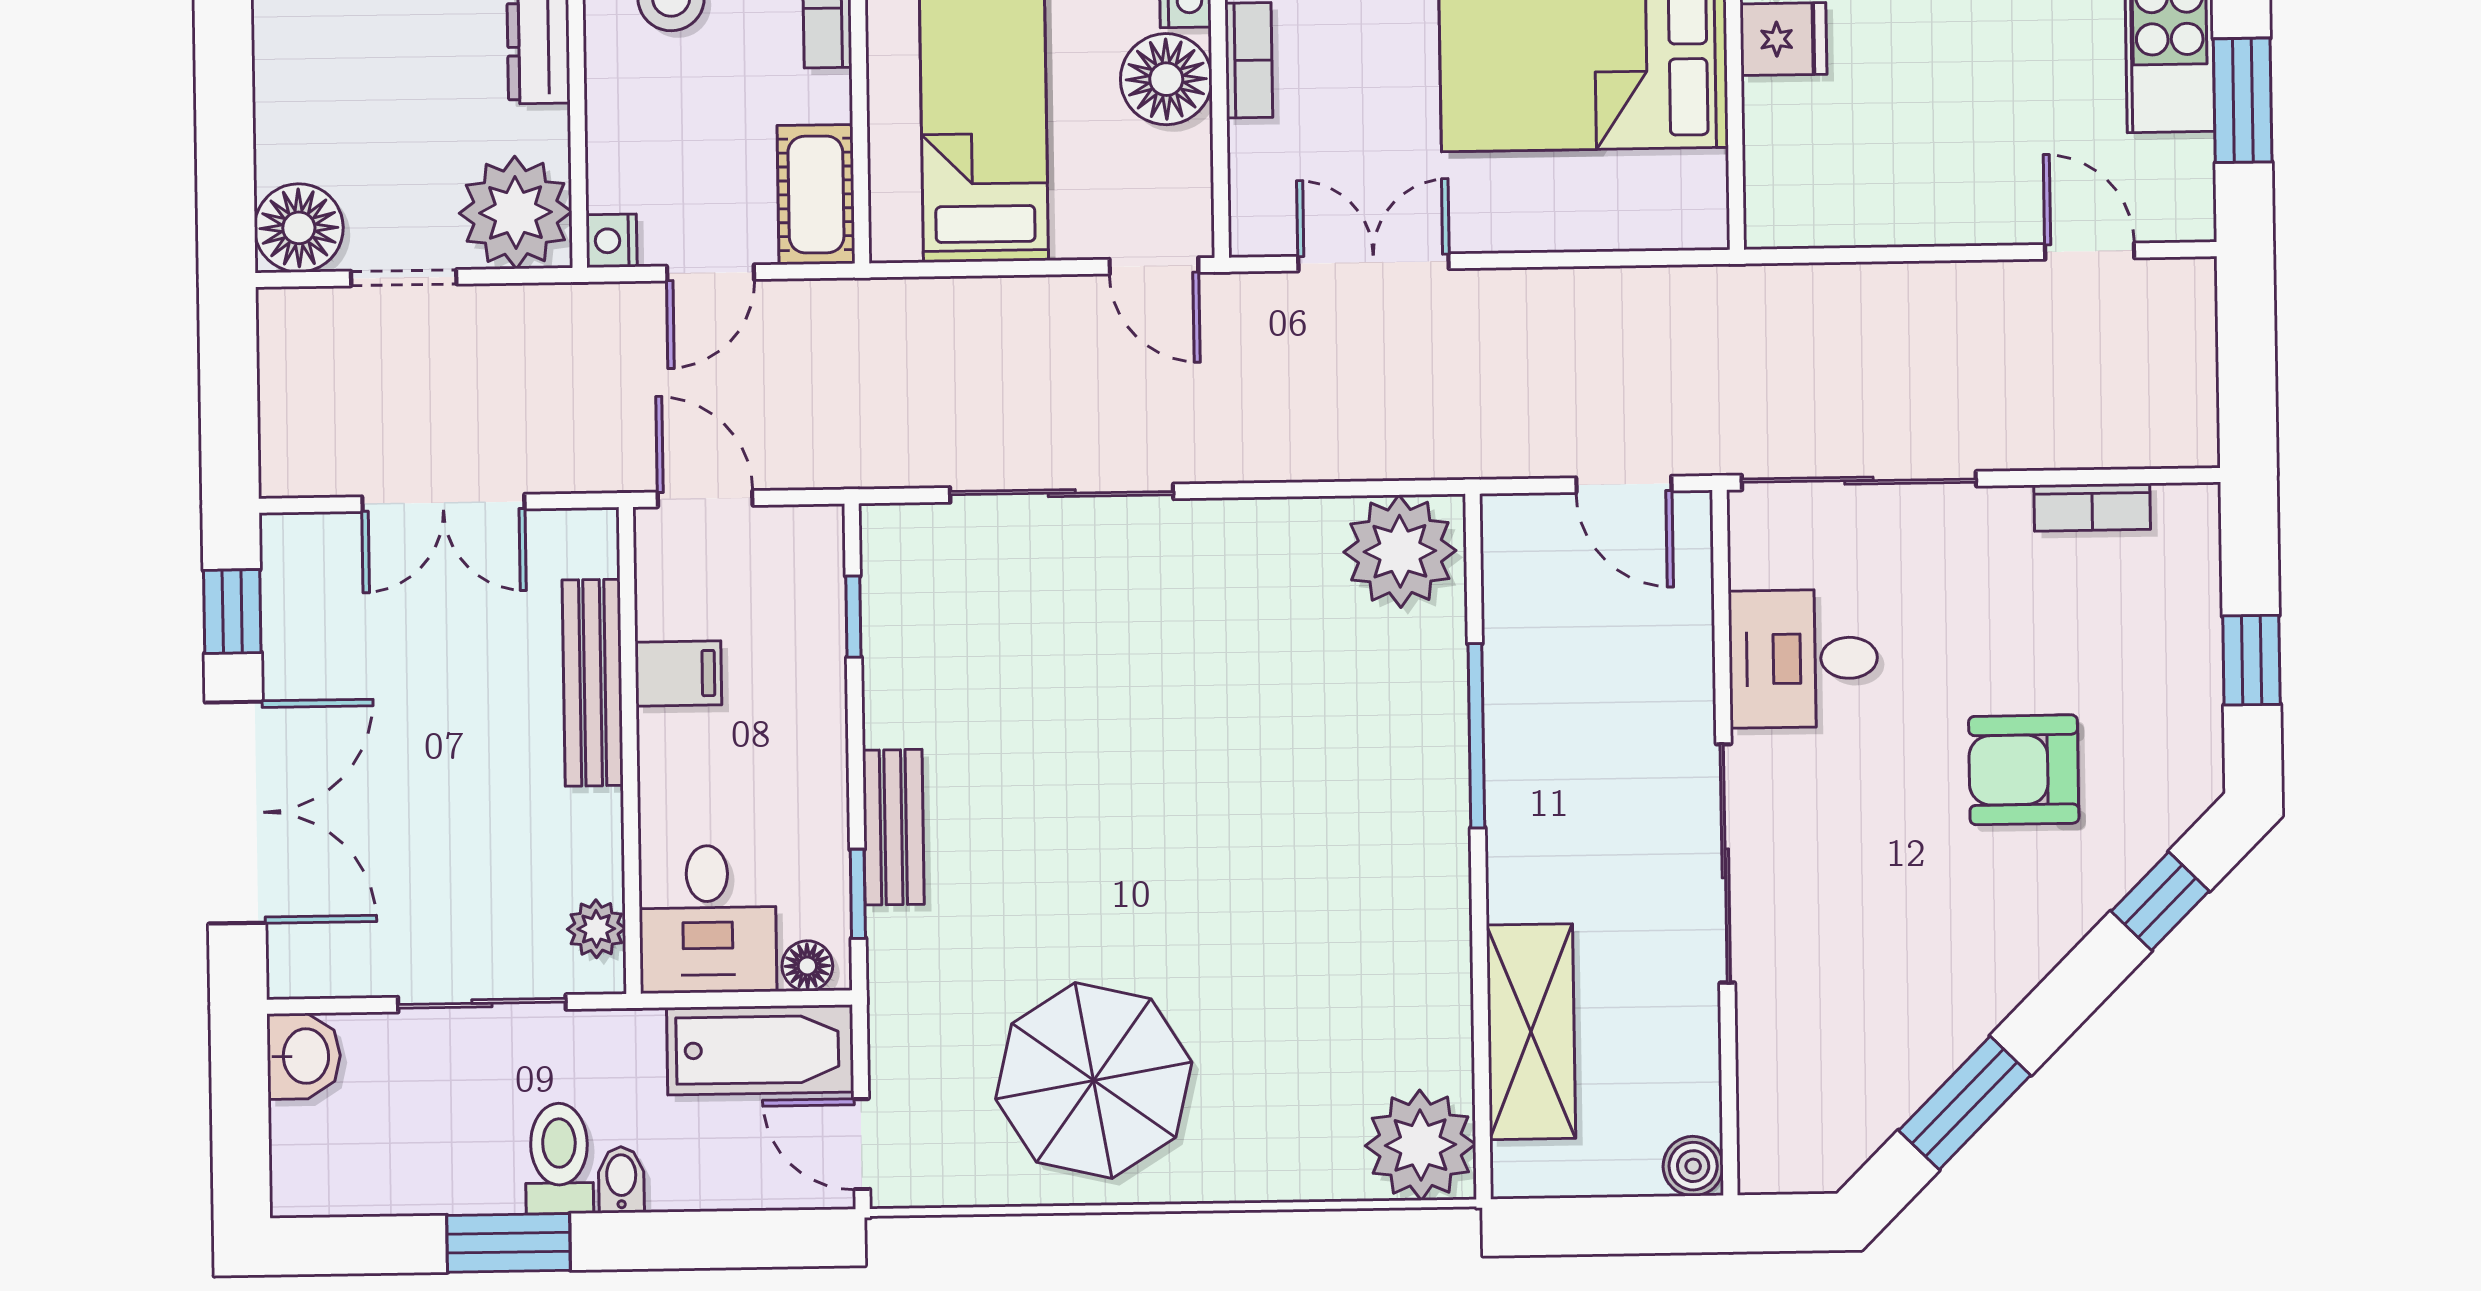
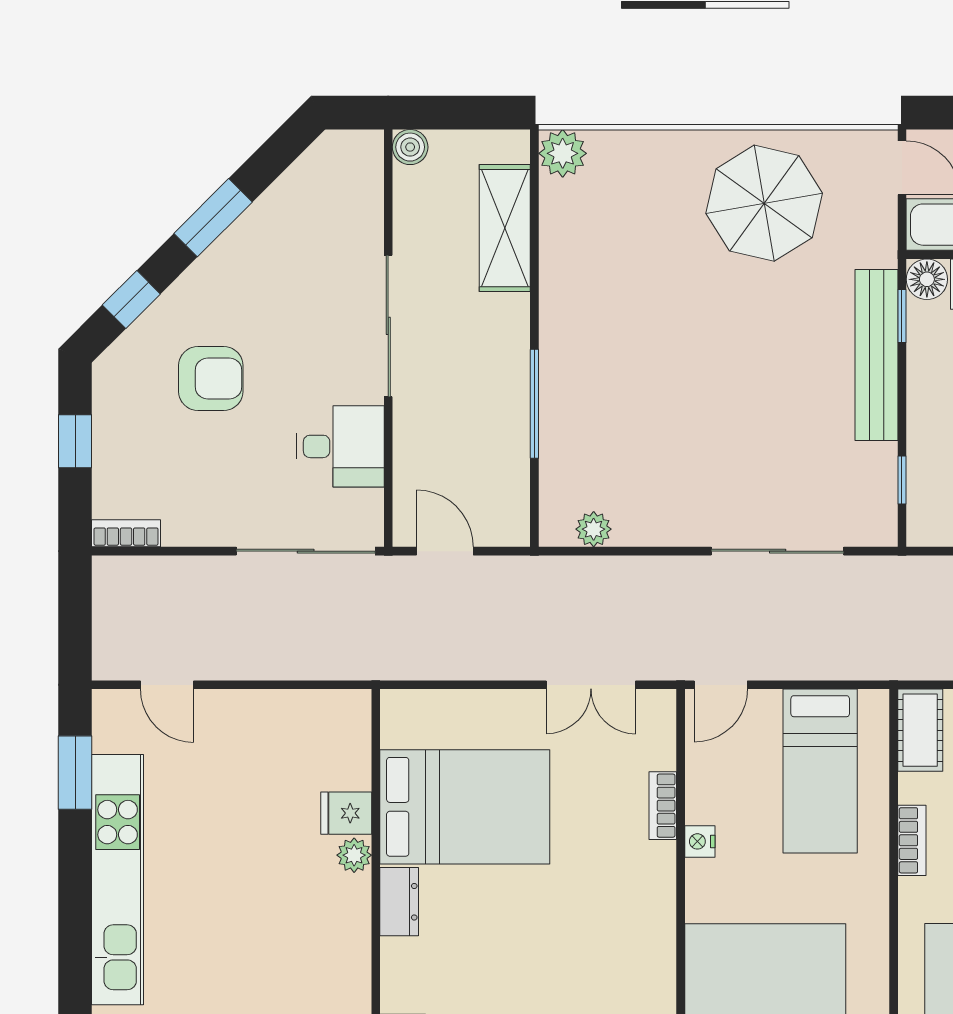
floor lamp: (1166, 79) -> (712, 795), removed
door: (1154, 266) -> (721, 685), swing flipped
bookcase: (2092, 507) -> (126, 533), moved
plant: (1400, 551) -> (594, 529), width x0.53, depth x0.53
bench: (893, 827) -> (877, 355), width x1.86, depth x1.21
floor lamp: (807, 966) -> (927, 279), width x1.37, depth x1.37
window: (1965, 1103) -> (213, 218), moved
plant: (1420, 1145) -> (563, 153), width x0.73, depth x0.73

